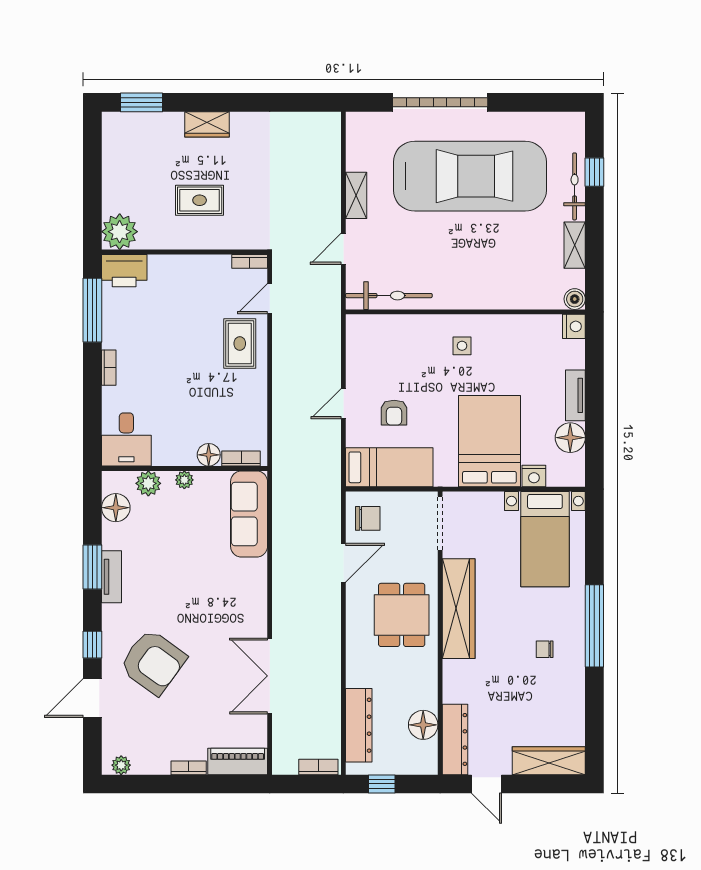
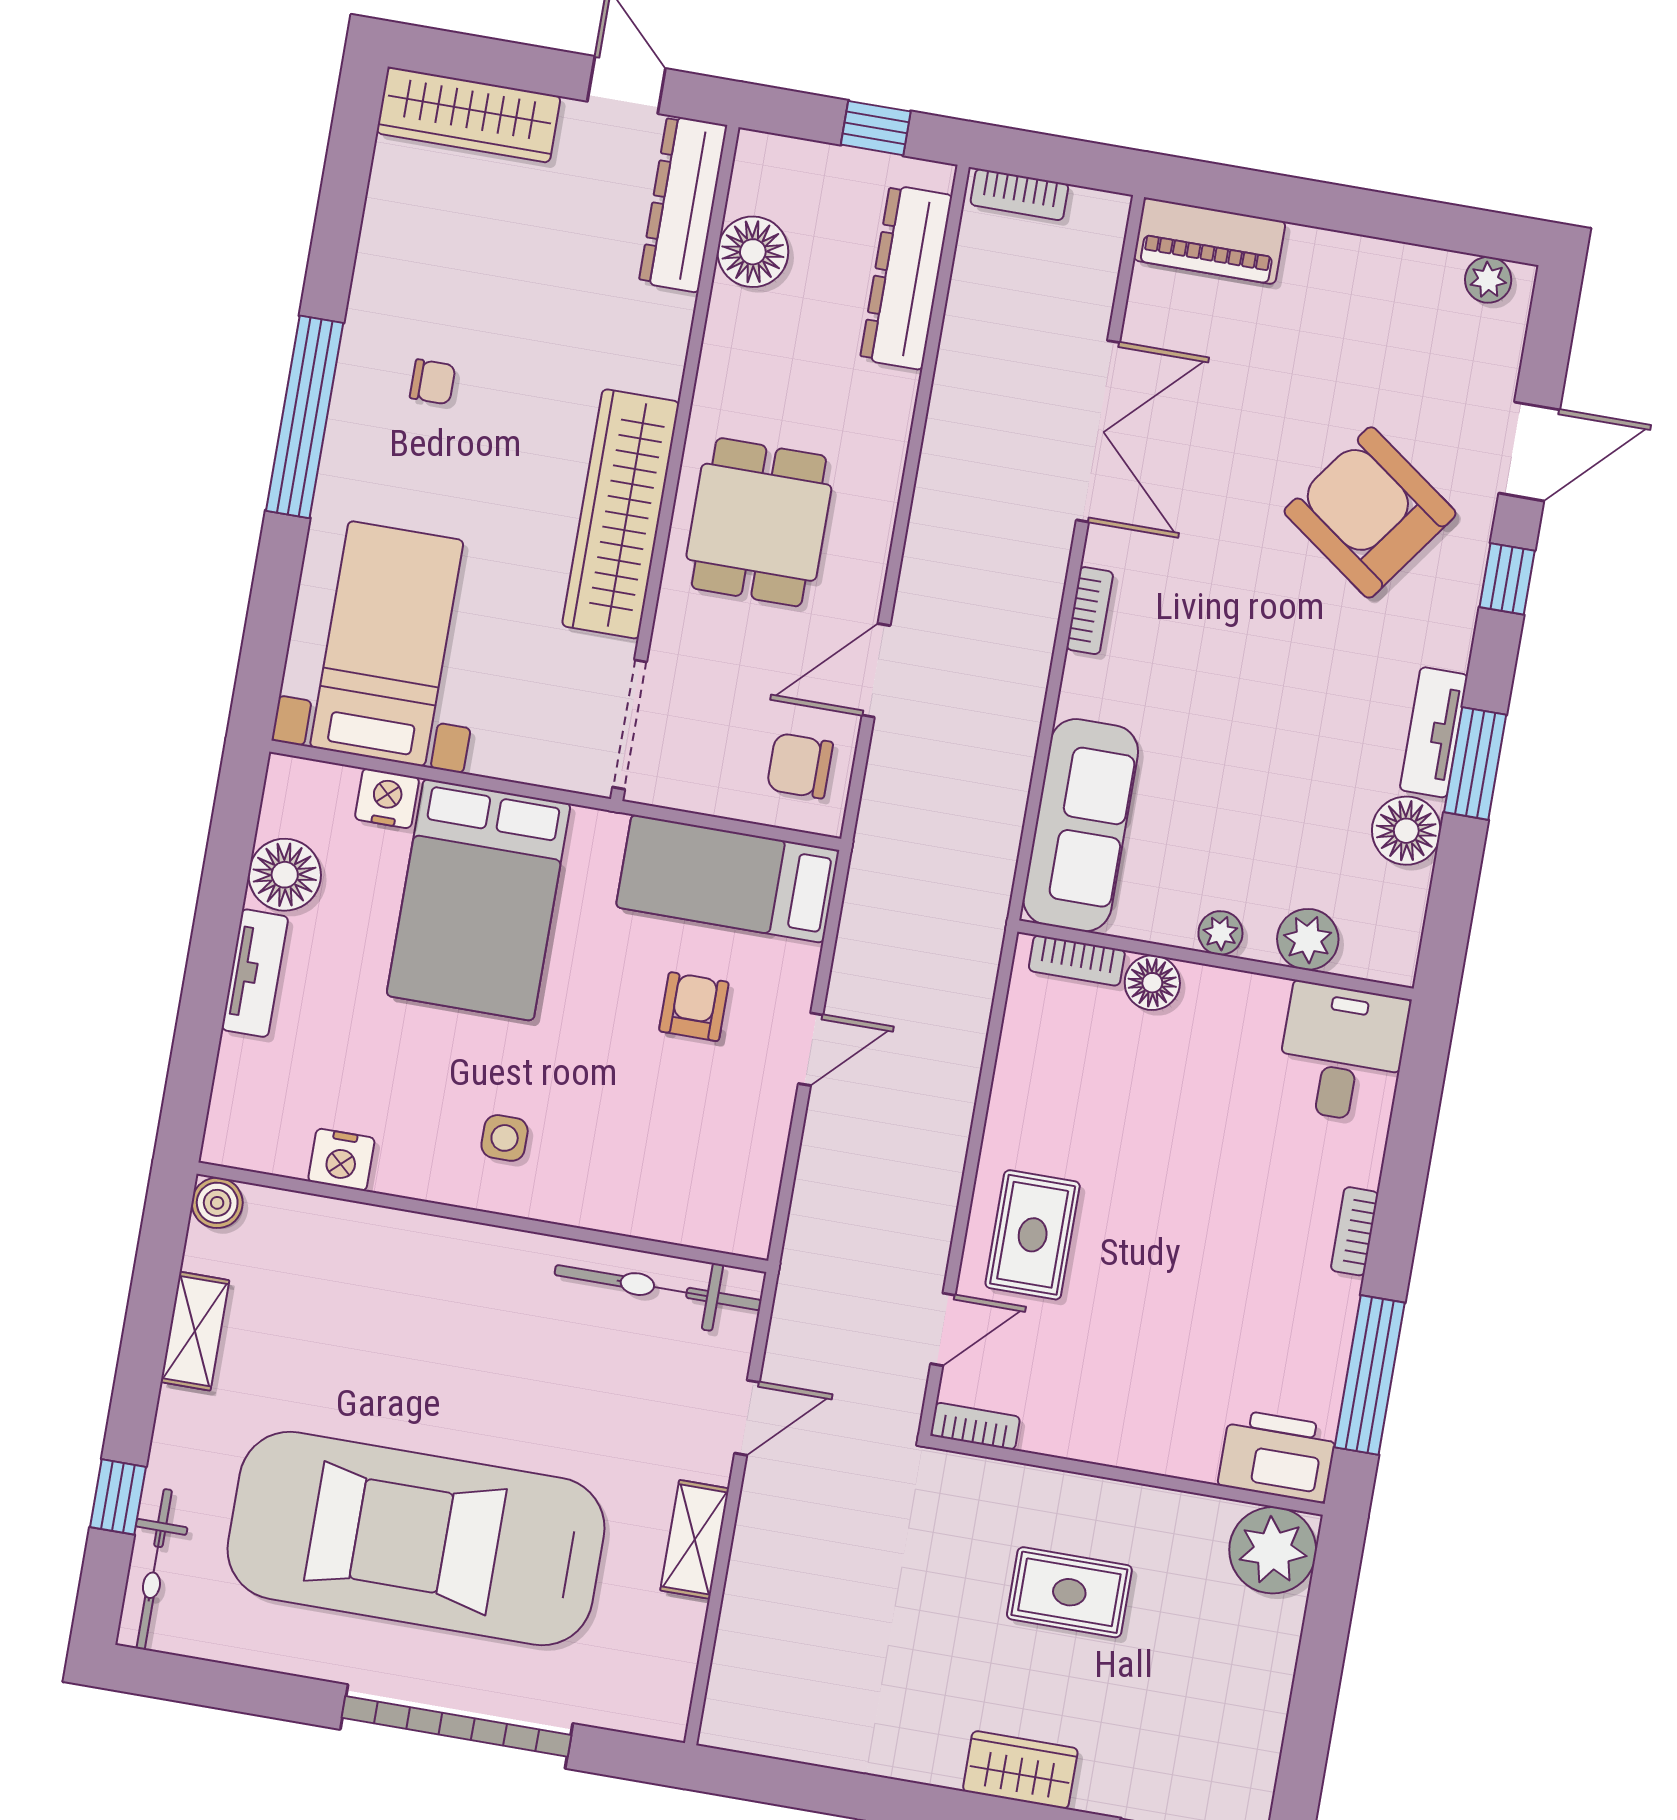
bicycle: (575, 186) -> (154, 1569), moved
nightstand: (574, 326) -> (341, 1160), moved, turned -90
floor lamp: (116, 508) -> (1406, 831), moved
bookcase: (189, 768) -> (1090, 611), moved, turned -90

